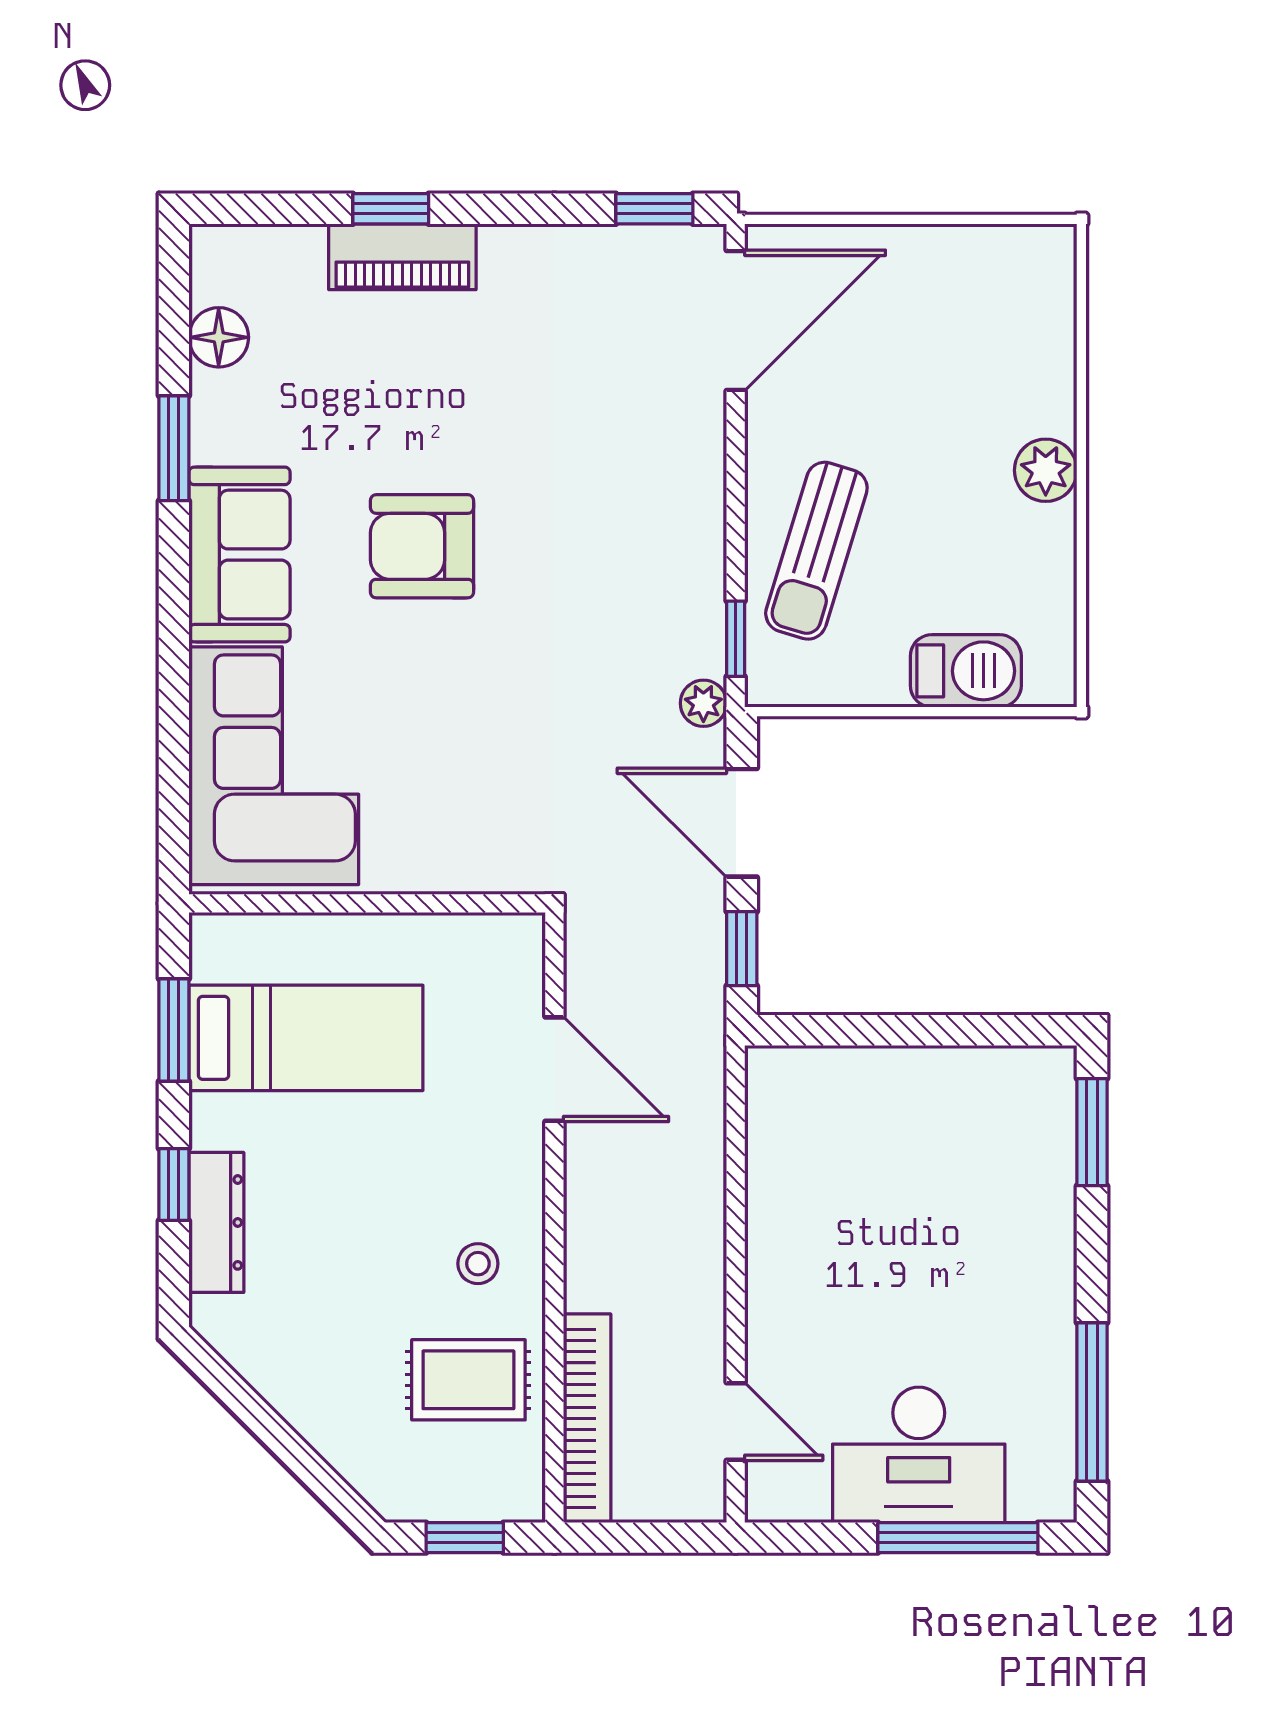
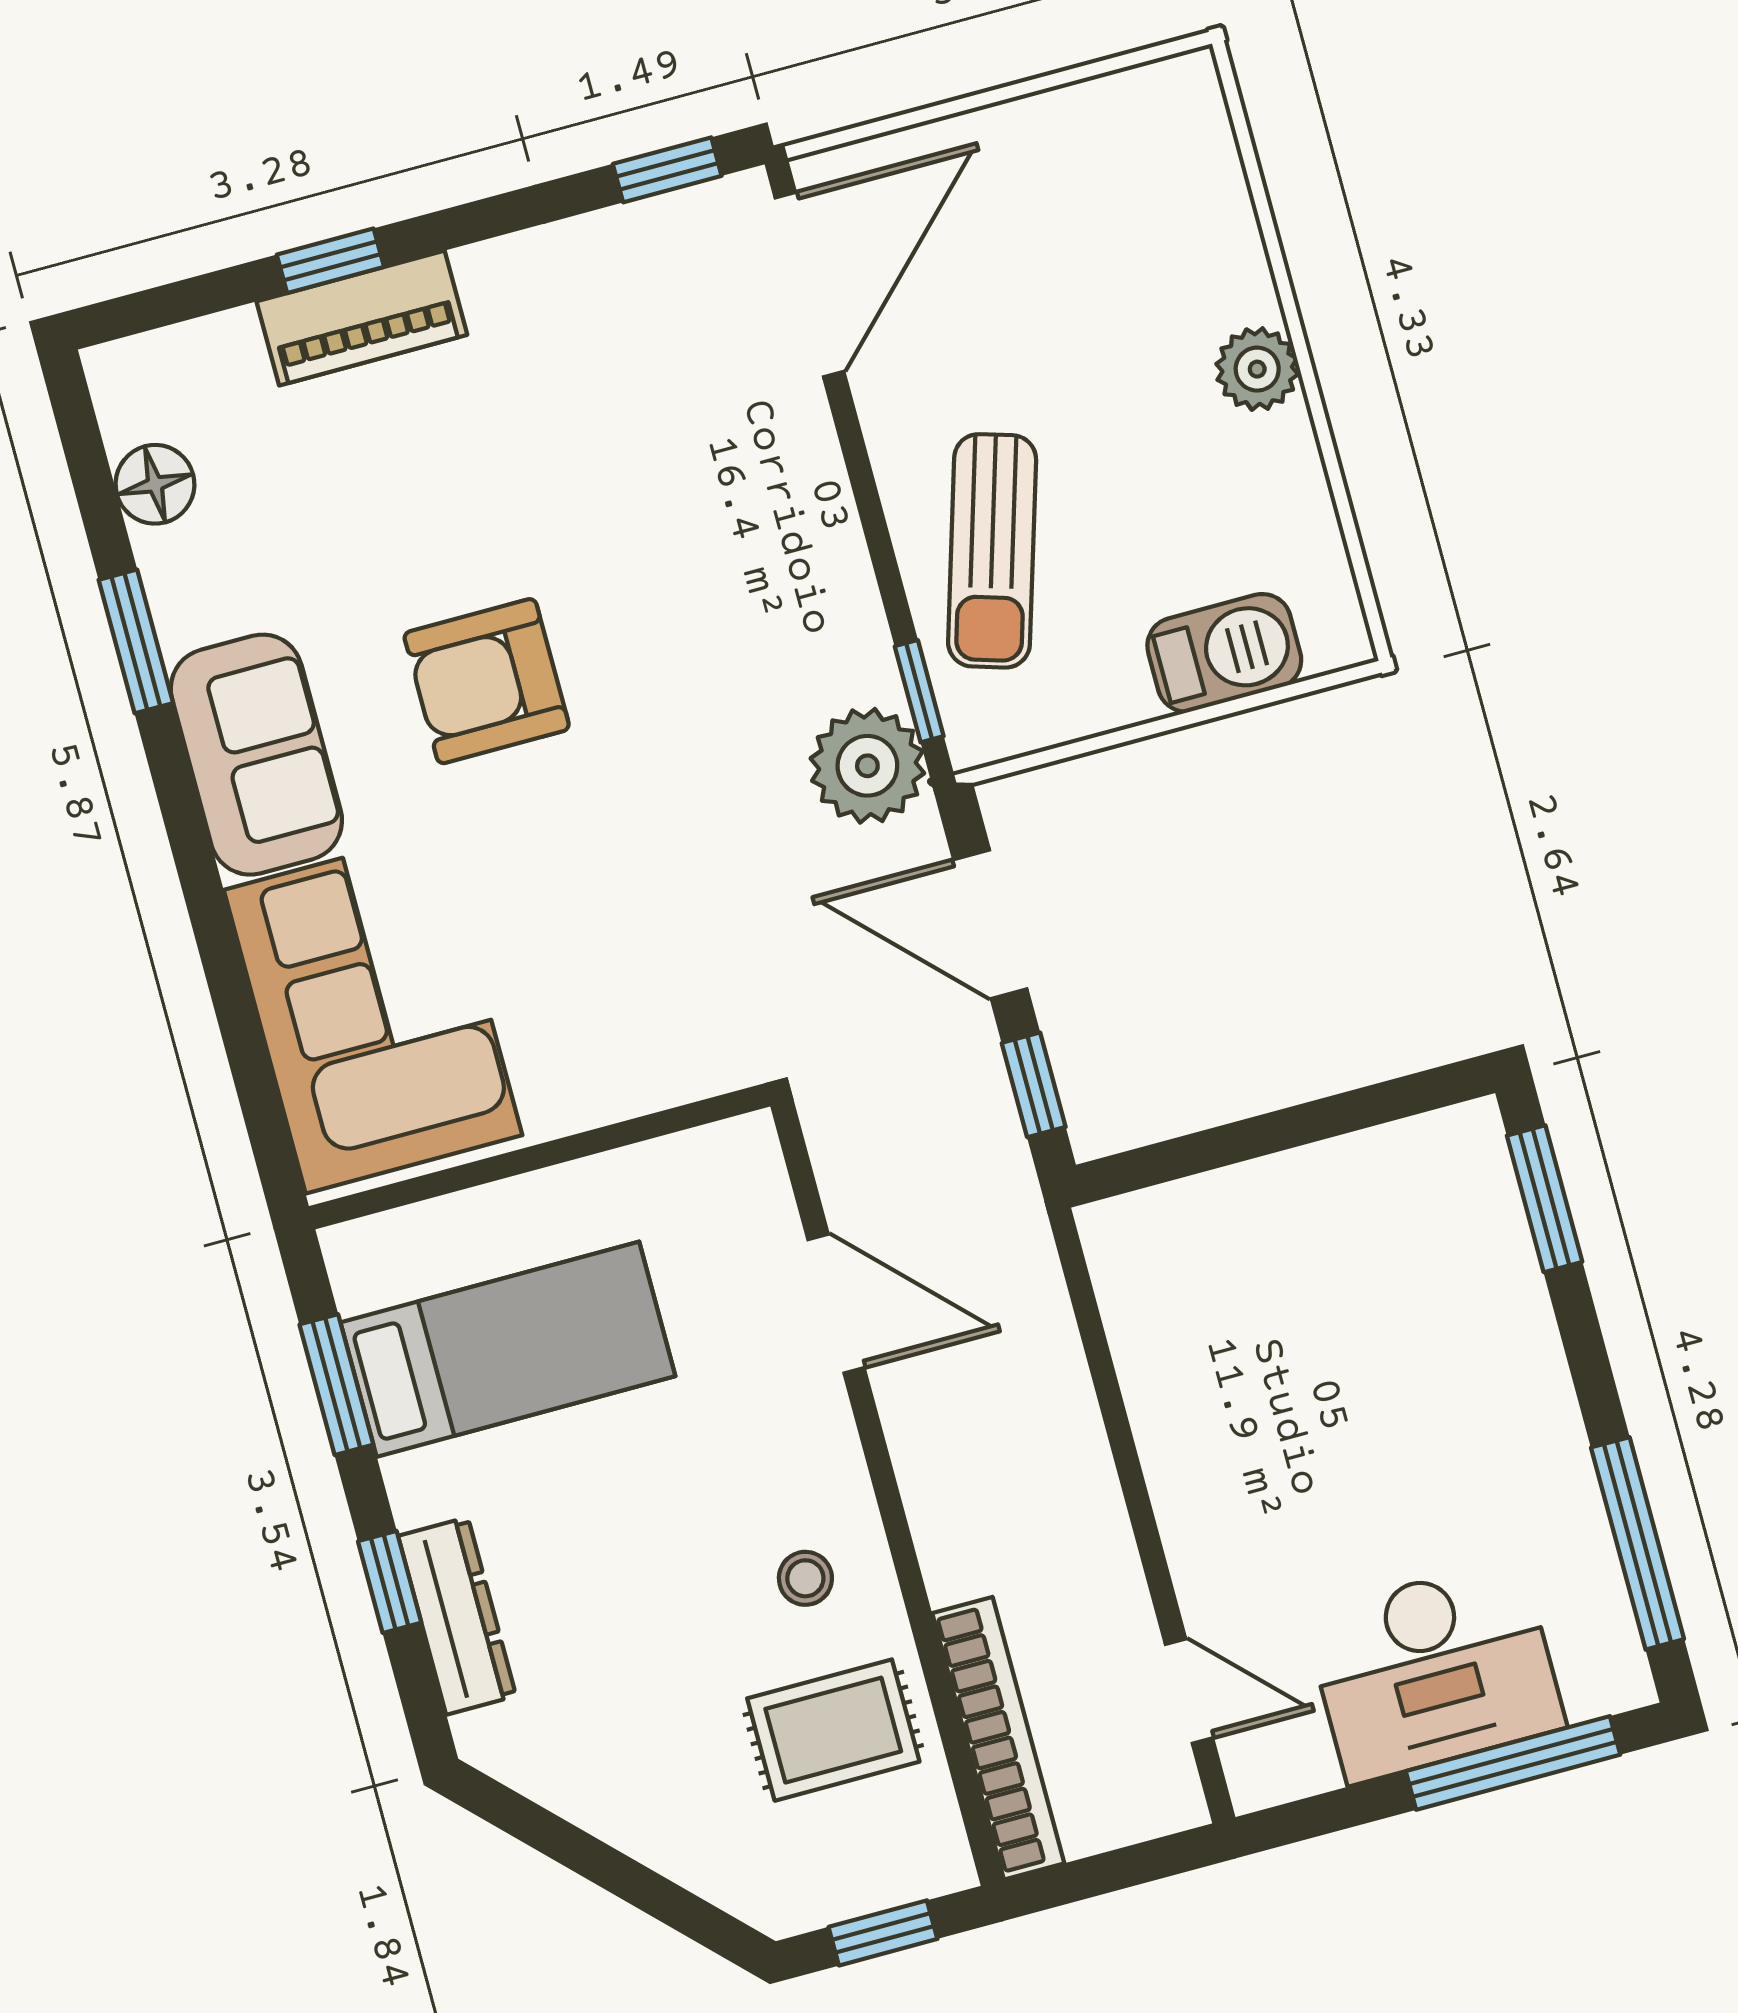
plant: (703, 703) -> (867, 766), width x1.87, depth x1.87

